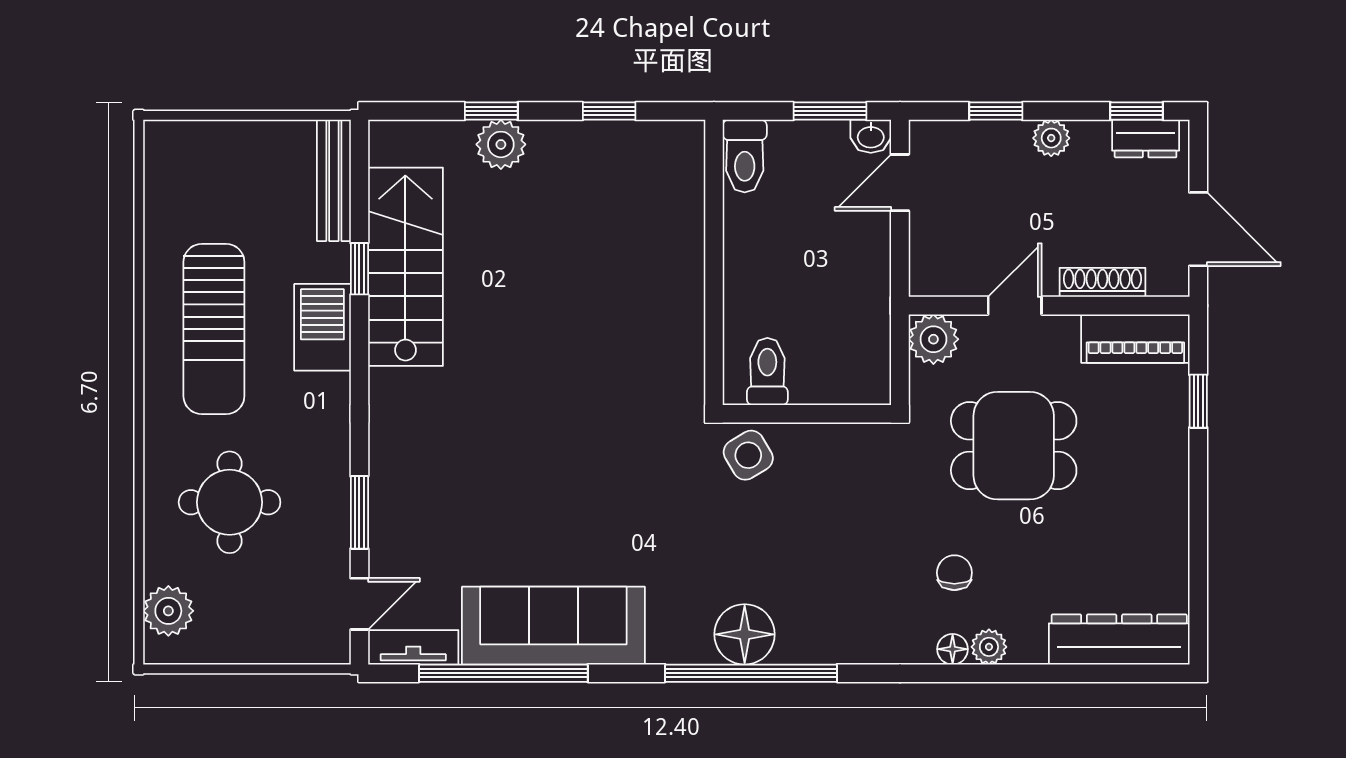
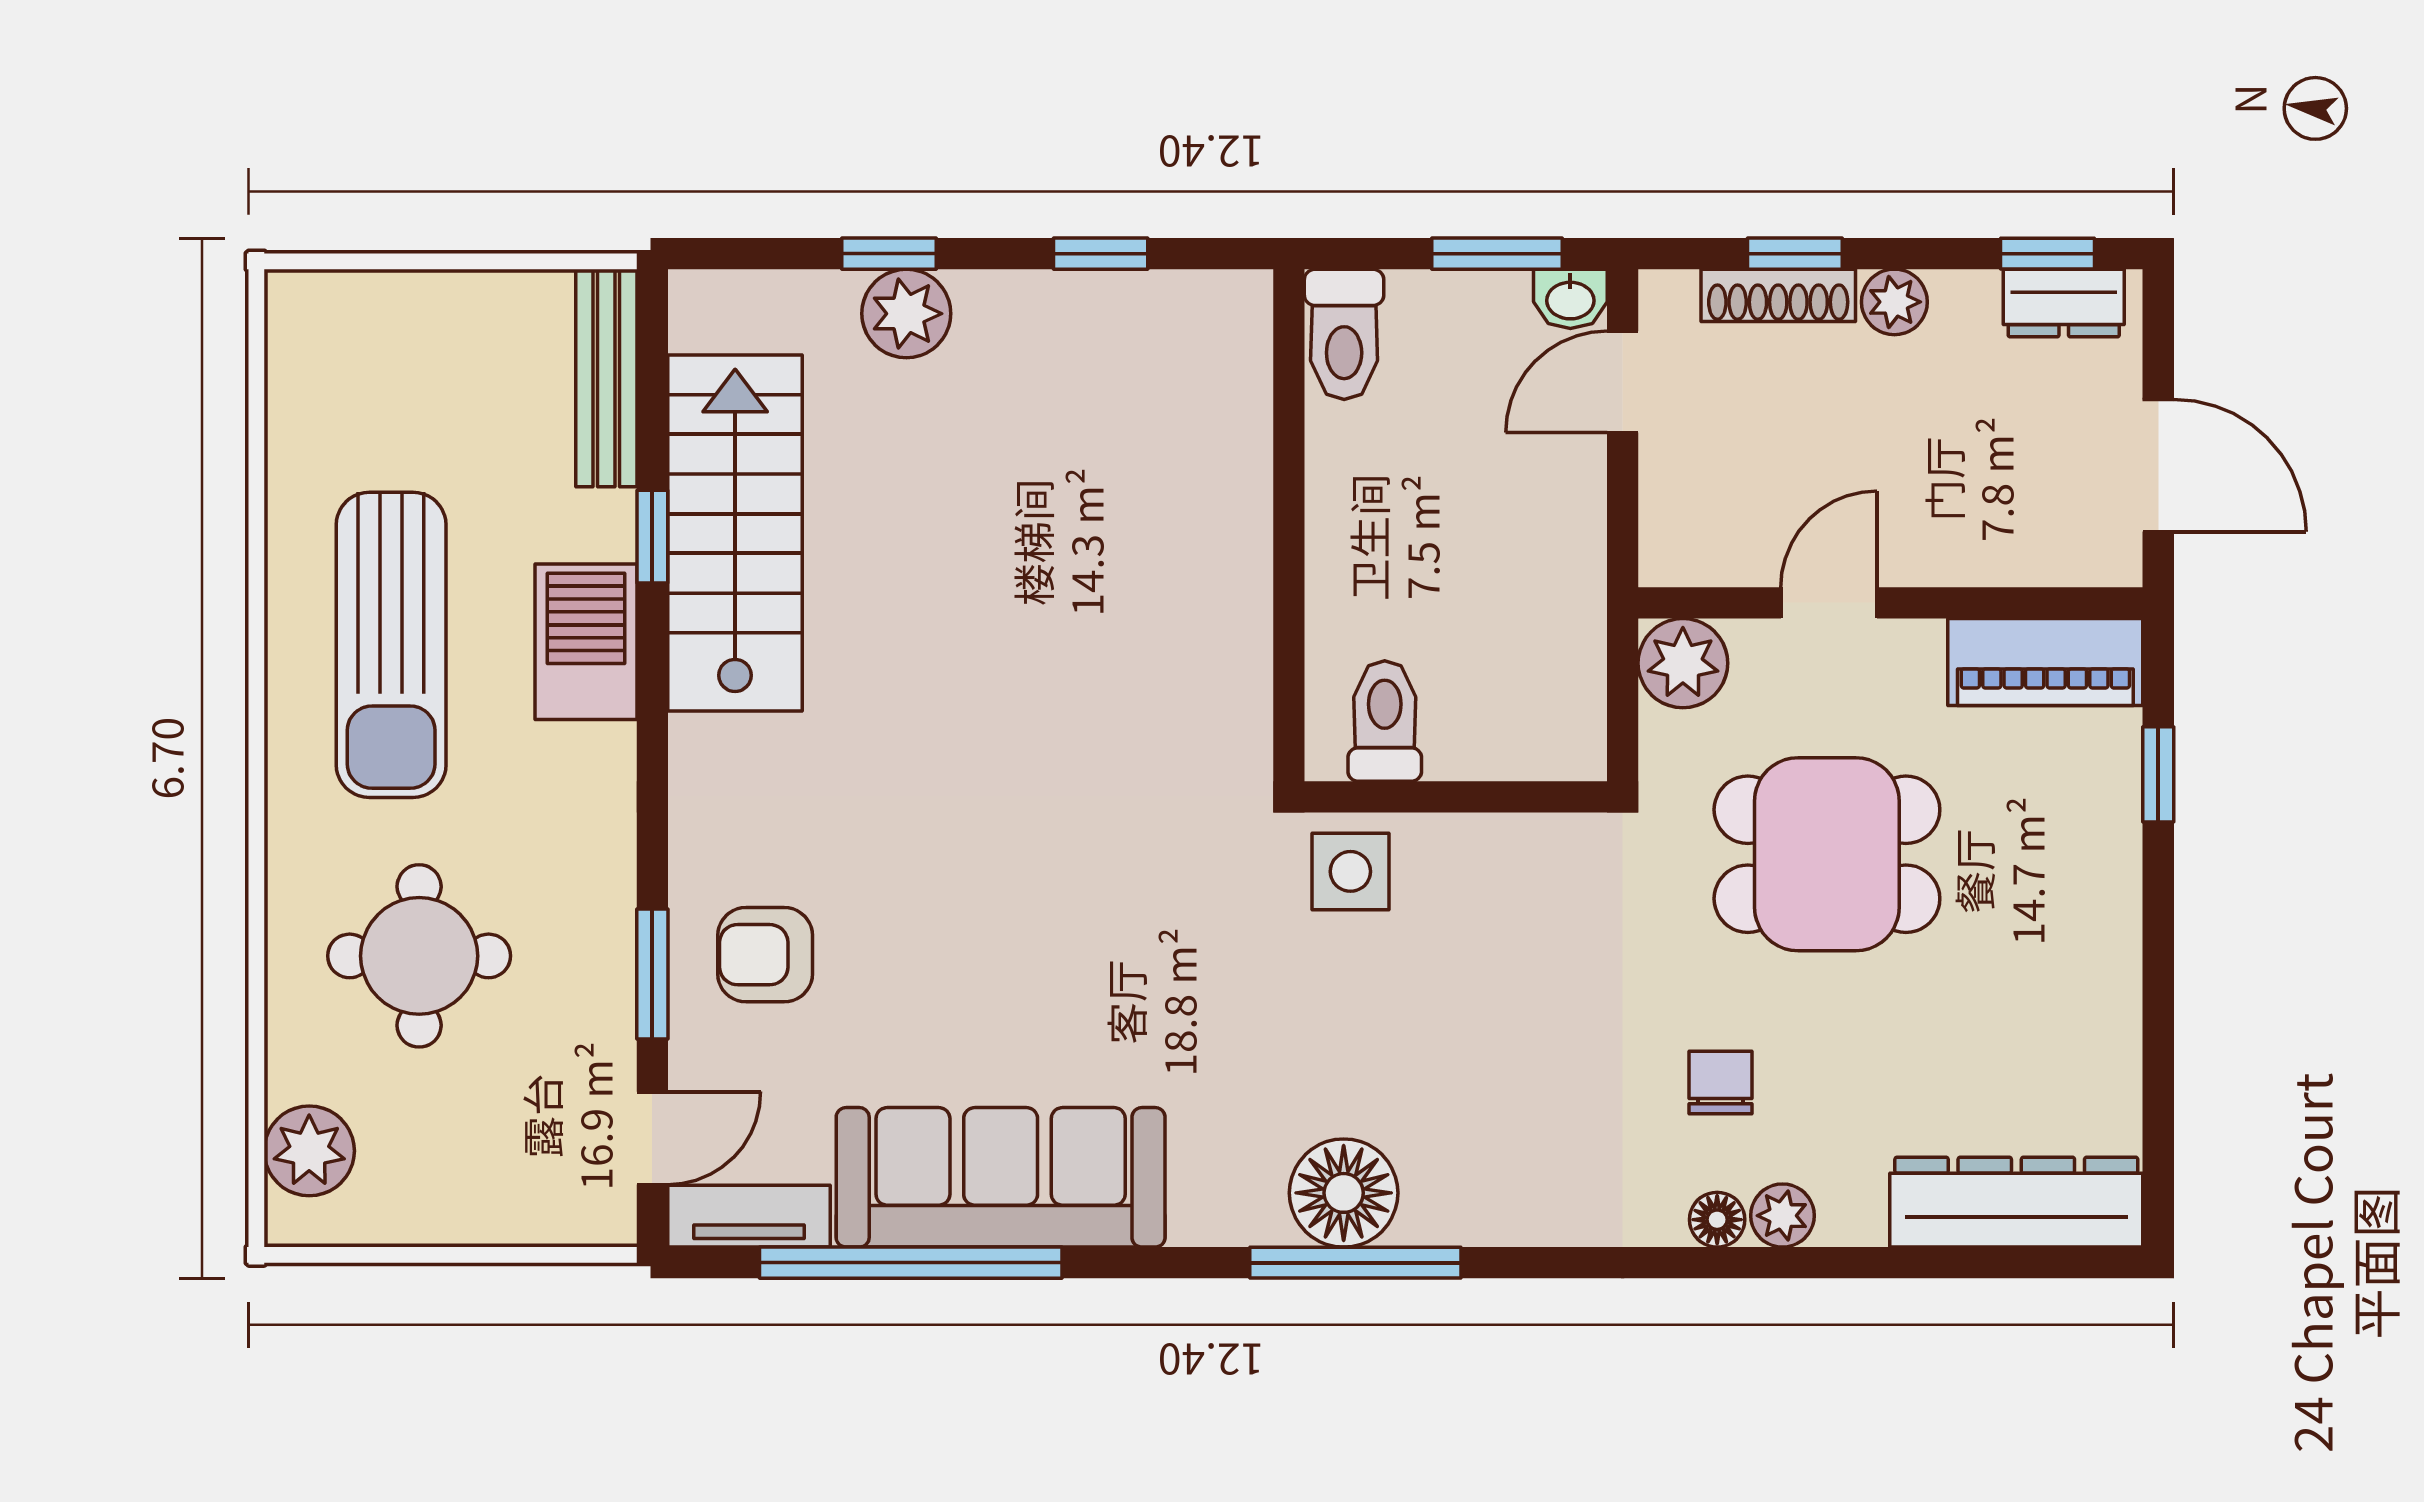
shoe rack: (1103, 282) -> (1778, 295), moved, turned 180
side table: (748, 455) -> (1350, 871), turned 31
armchair: (422, 502) -> (765, 955), added
window: (751, 673) -> (1355, 1263), width x0.68

